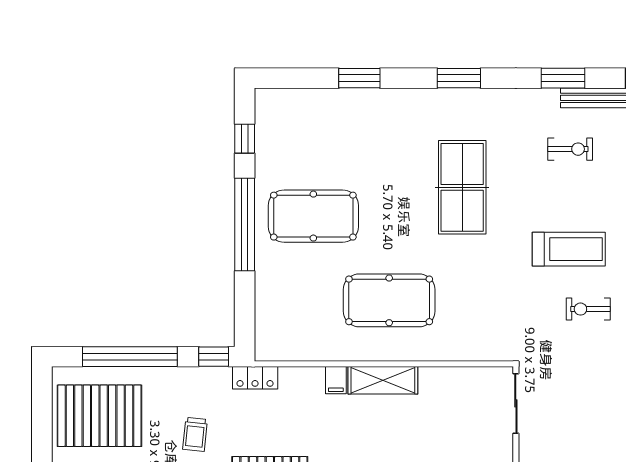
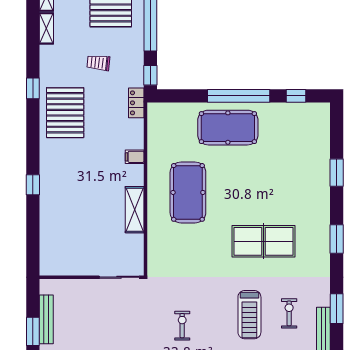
exercise bike: (570, 149) -> (289, 313), turned 180
pool table: (313, 216) -> (228, 128), moved, turned 90
treadmill: (569, 249) -> (249, 315), moved
shelving: (383, 380) -> (135, 210), moved

